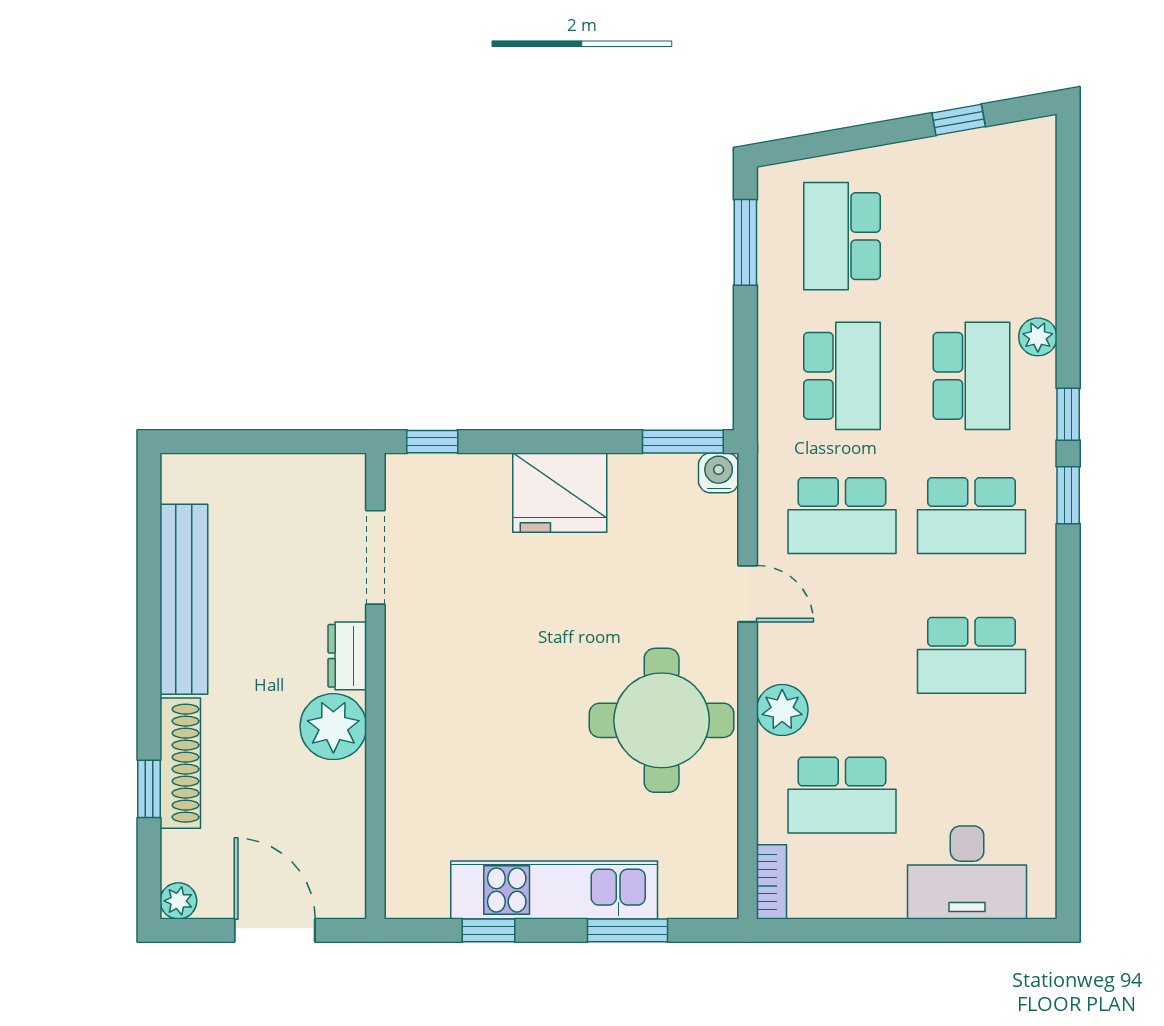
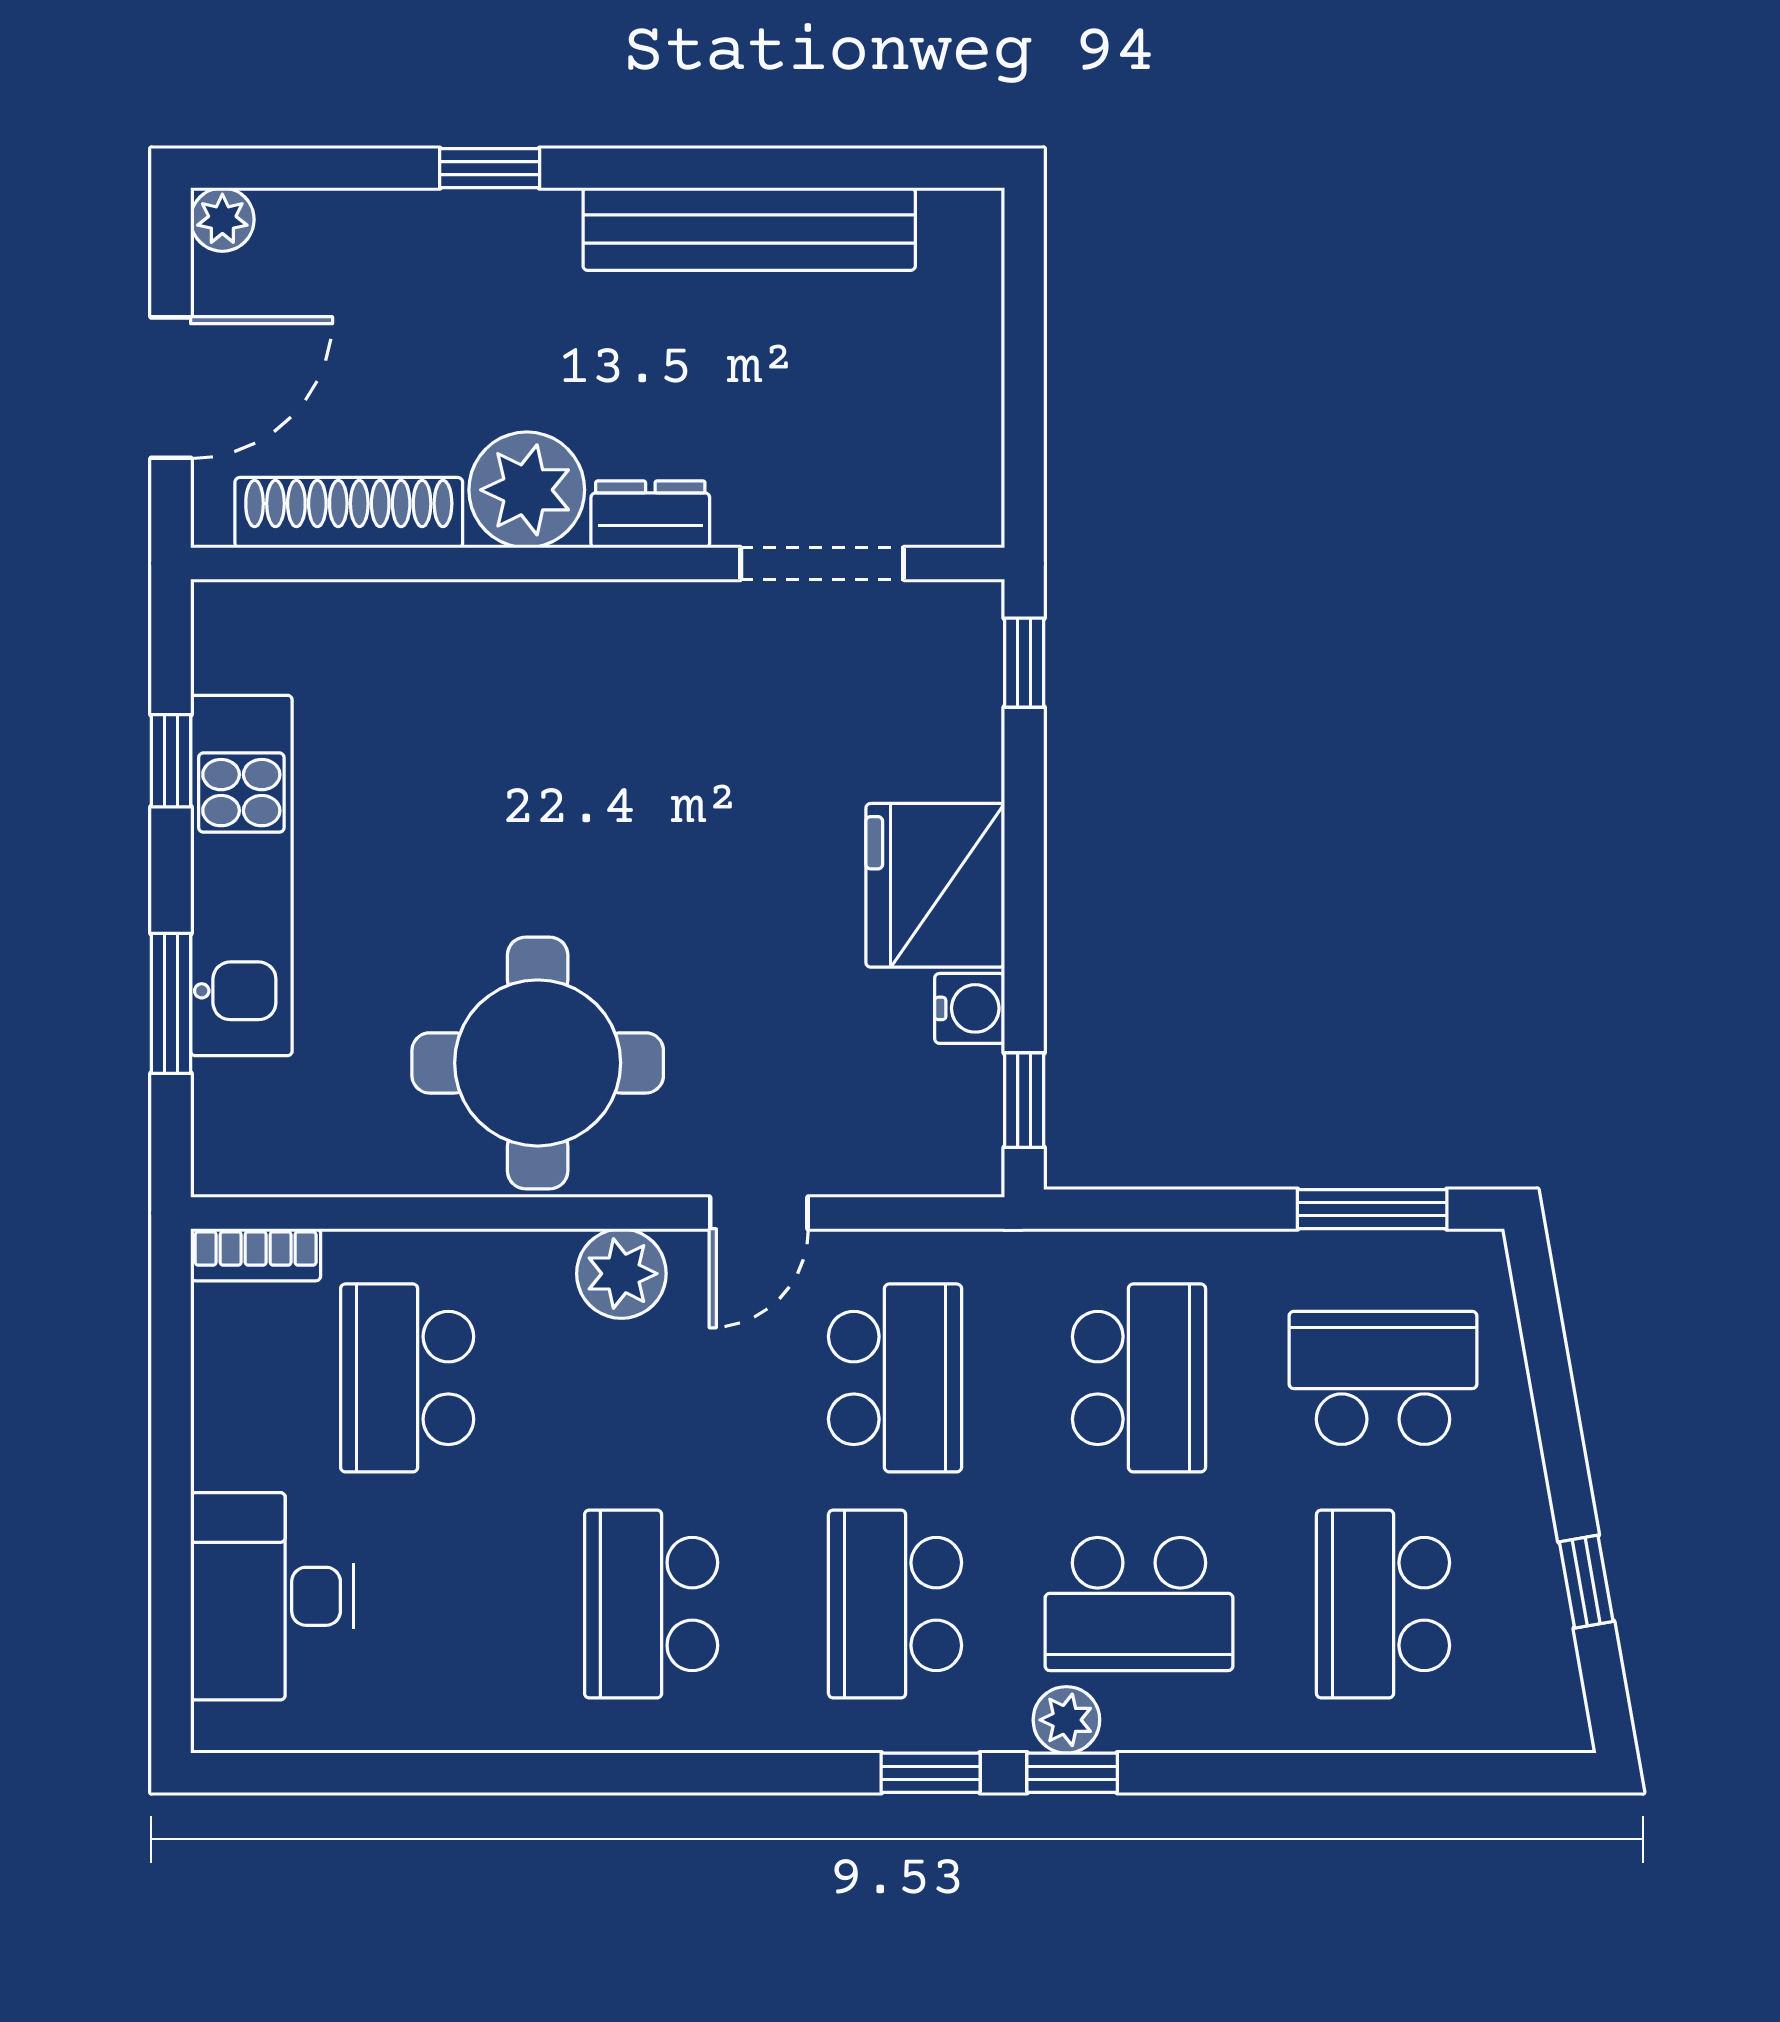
school desk: (971, 236) -> (1383, 1604), added
plant: (1038, 337) -> (1066, 1720), moved
school desk: (842, 376) -> (1139, 1378), turned -90
window: (683, 442) -> (1024, 1100), width x0.67
water cooler: (719, 473) -> (970, 1008), moved
school desk: (842, 516) -> (895, 1378), turned 180
plant: (782, 710) -> (621, 1274), moved
shoe rack: (180, 763) -> (349, 513), moved, turned 180
window: (149, 789) -> (490, 168), moved

